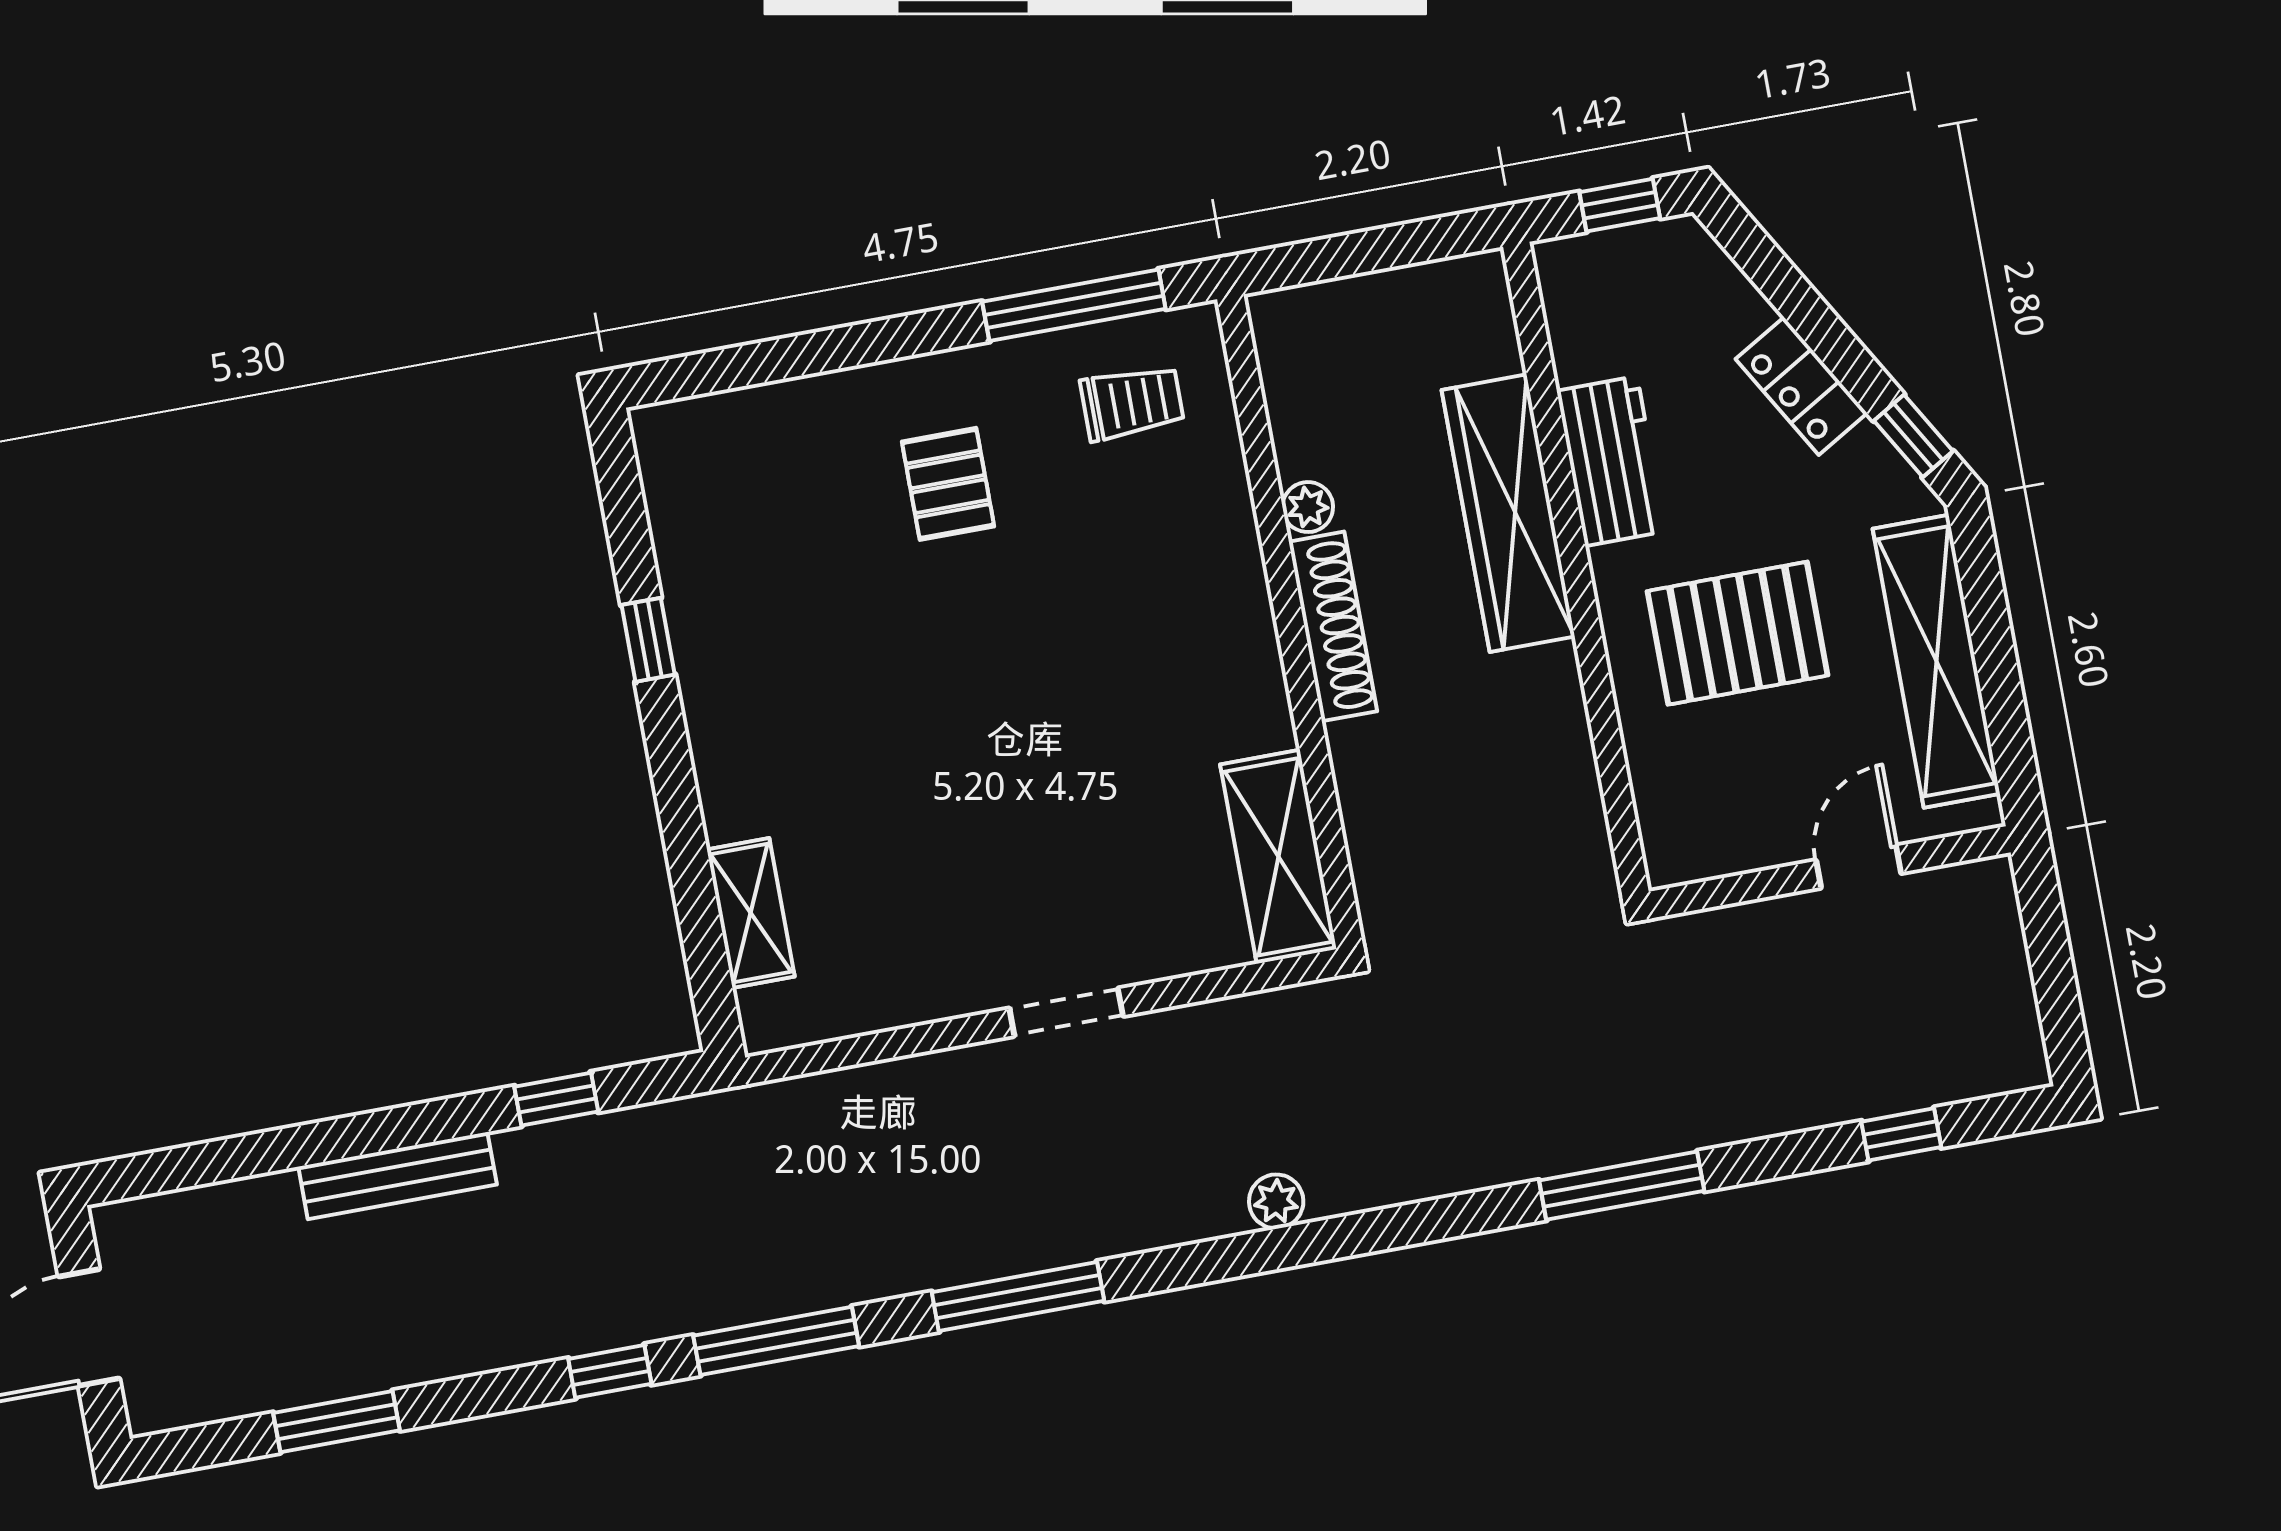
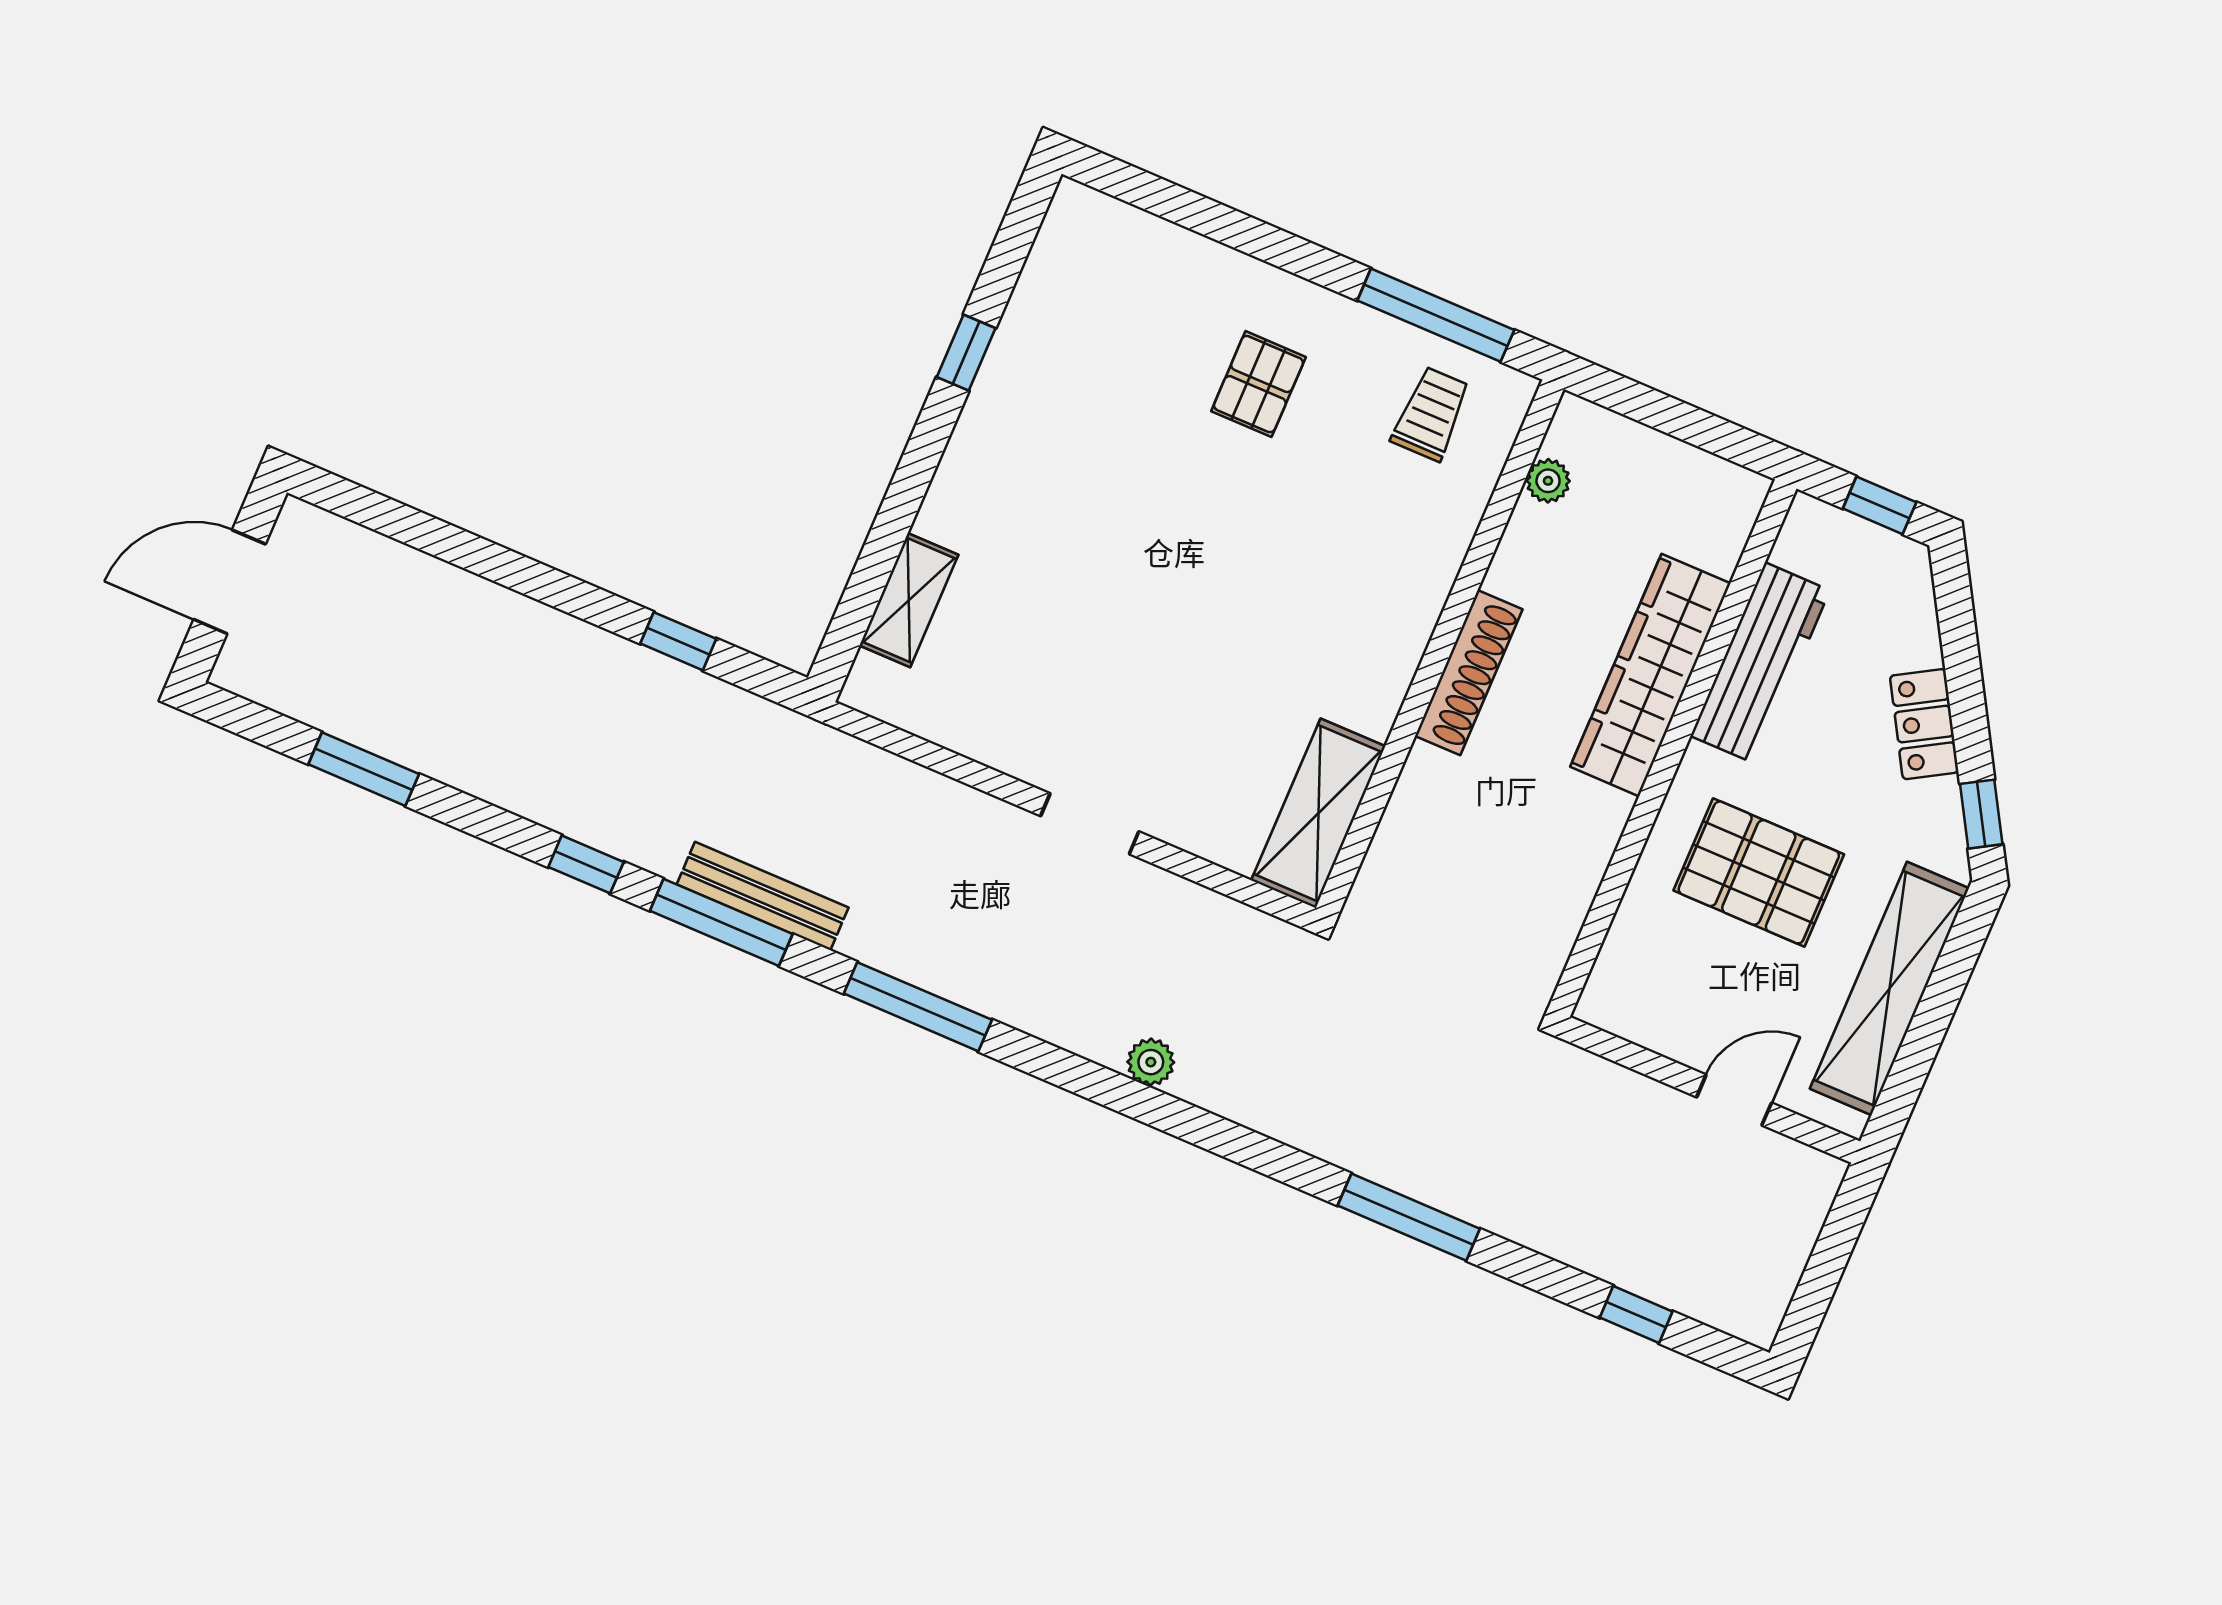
trolley: (1132, 403) -> (1431, 414), turned -90
workbench: (1611, 461) -> (1760, 663), width x1.38
plant: (1308, 507) -> (1548, 481), moved
bench: (398, 1176) -> (763, 896), moved

